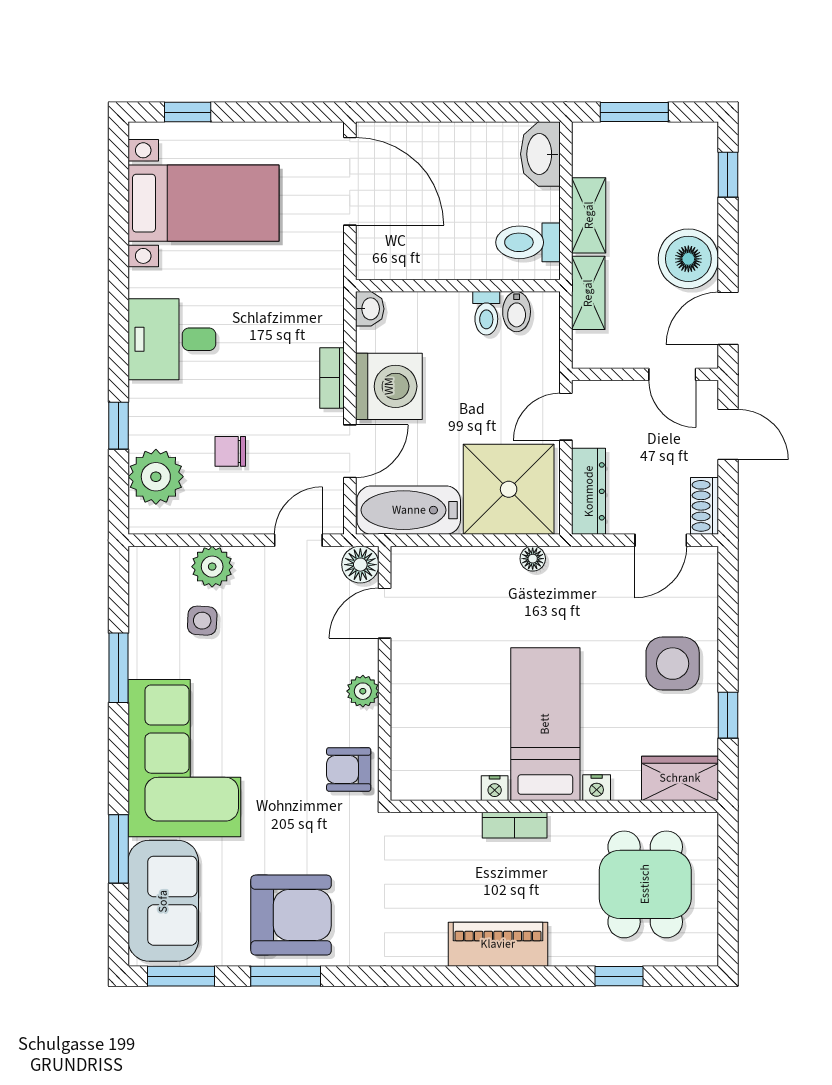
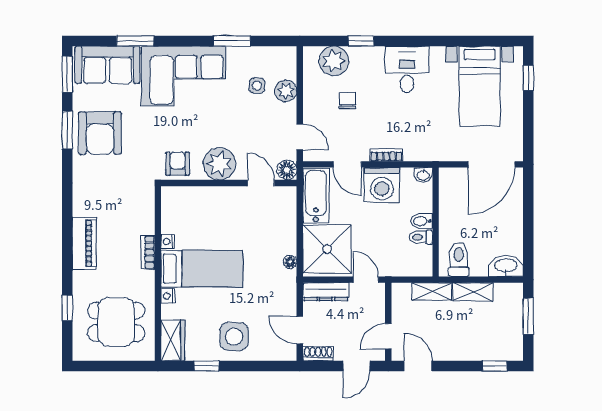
boiler: (688, 259) -> (450, 345), removed
bidet: (517, 312) -> (422, 221), moved
plant: (363, 691) -> (219, 164), width x1.87, depth x1.87

